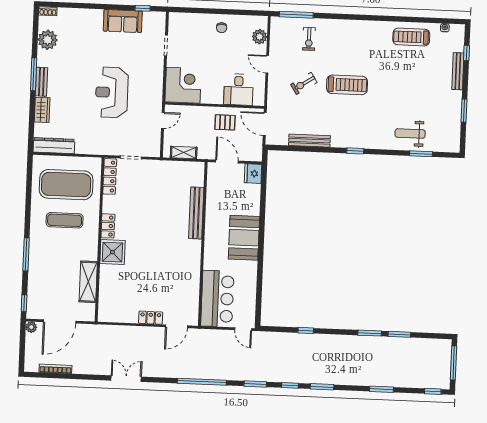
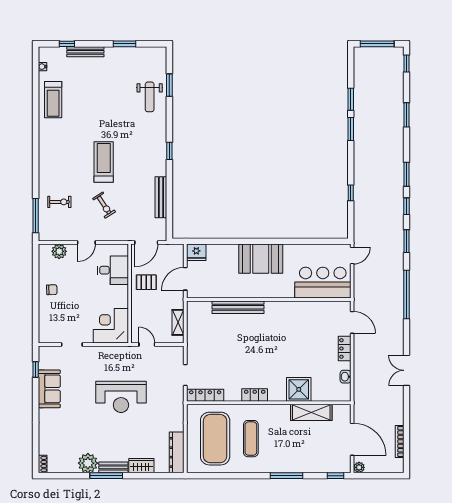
plant: (48, 40) -> (88, 463), moved
pallet: (225, 122) -> (146, 282), turned 90
shower: (112, 252) -> (299, 389), moved
washbasin: (122, 317) -> (346, 377), added

